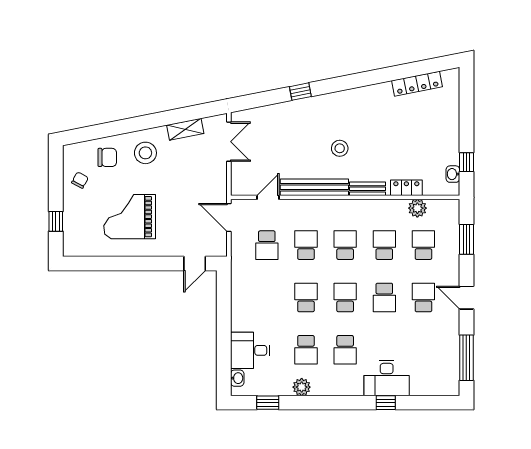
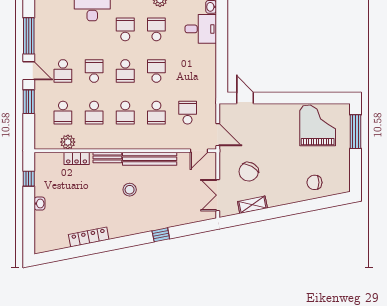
locker: (417, 84) -> (89, 237), moved
stool: (145, 153) -> (284, 186), removed
washbasin: (453, 174) -> (40, 204), moved
chair: (80, 180) -> (249, 172), moved, width x1.87, depth x1.87
door: (268, 197) -> (199, 151), moved
grand piano: (130, 217) -> (318, 125), moved, turned -90
window: (56, 221) -> (355, 132), width x2.17
window: (466, 239) -> (29, 102), moved
door: (195, 264) -> (245, 98), hinge flipped
school desk: (306, 297) -> (156, 71), turned 180
window: (466, 358) -> (29, 36), moved

